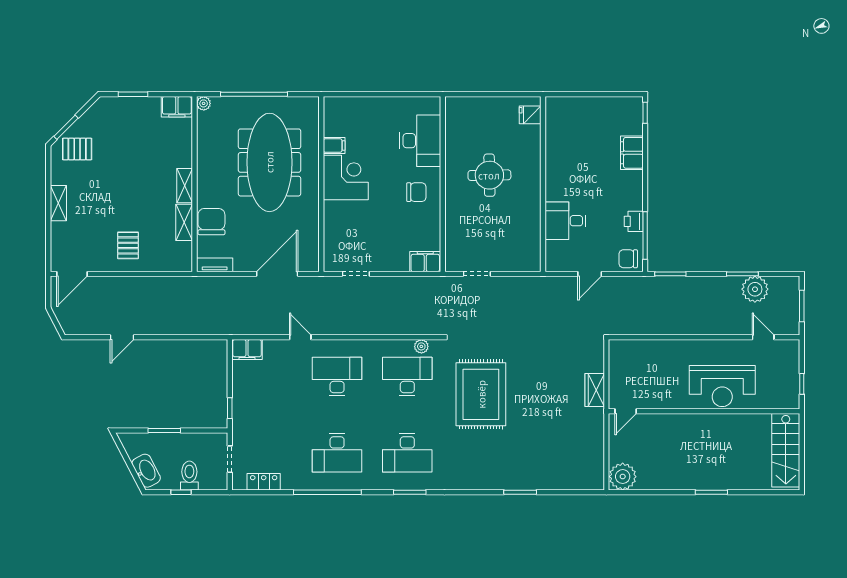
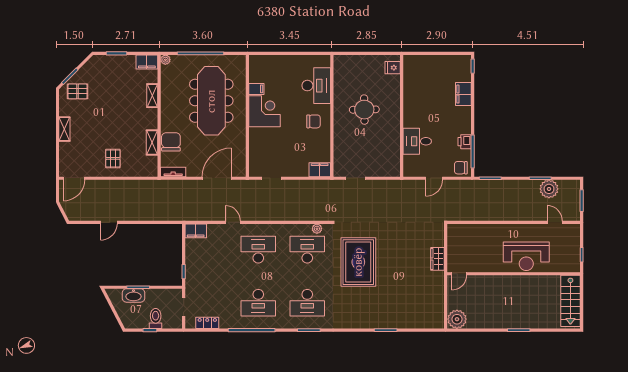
shelving: (185, 186) -> (152, 96), moved
washbasin: (146, 471) -> (133, 295), moved, turned 117

